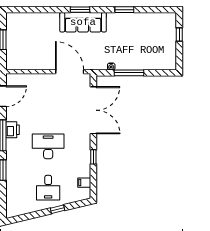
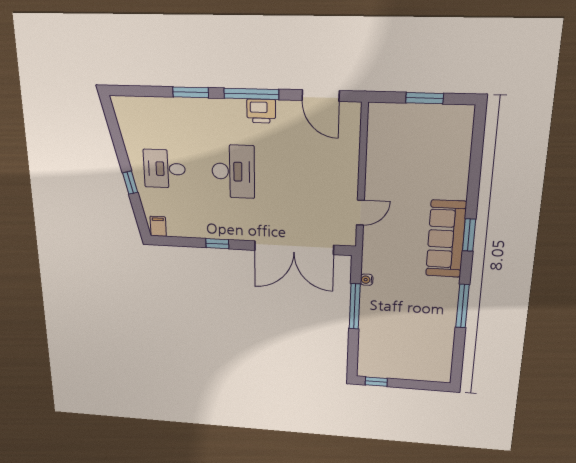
window: (124, 10) -> (462, 306), width x1.44
window: (179, 35) -> (376, 382), moved
door: (70, 72) -> (360, 213), width x0.53
filing cabinet: (84, 183) -> (158, 226), moved

